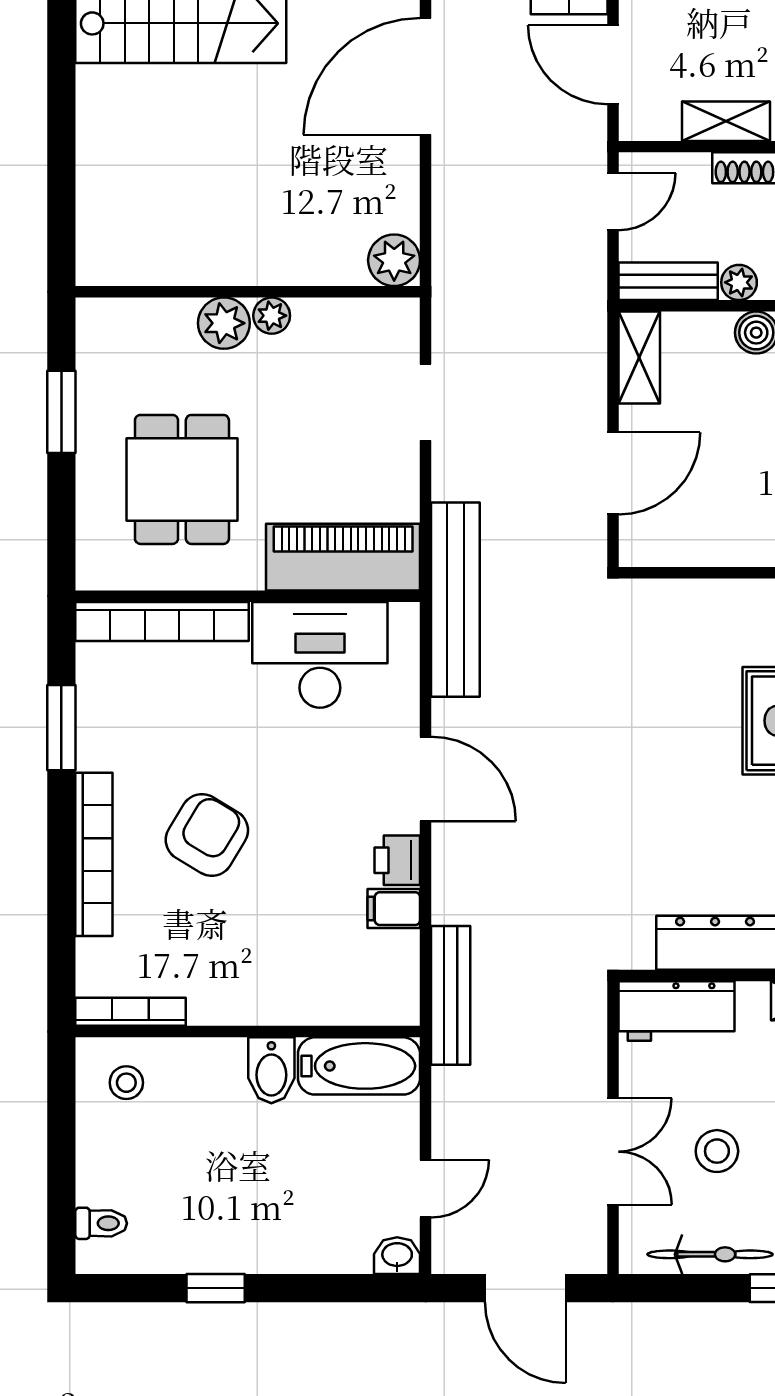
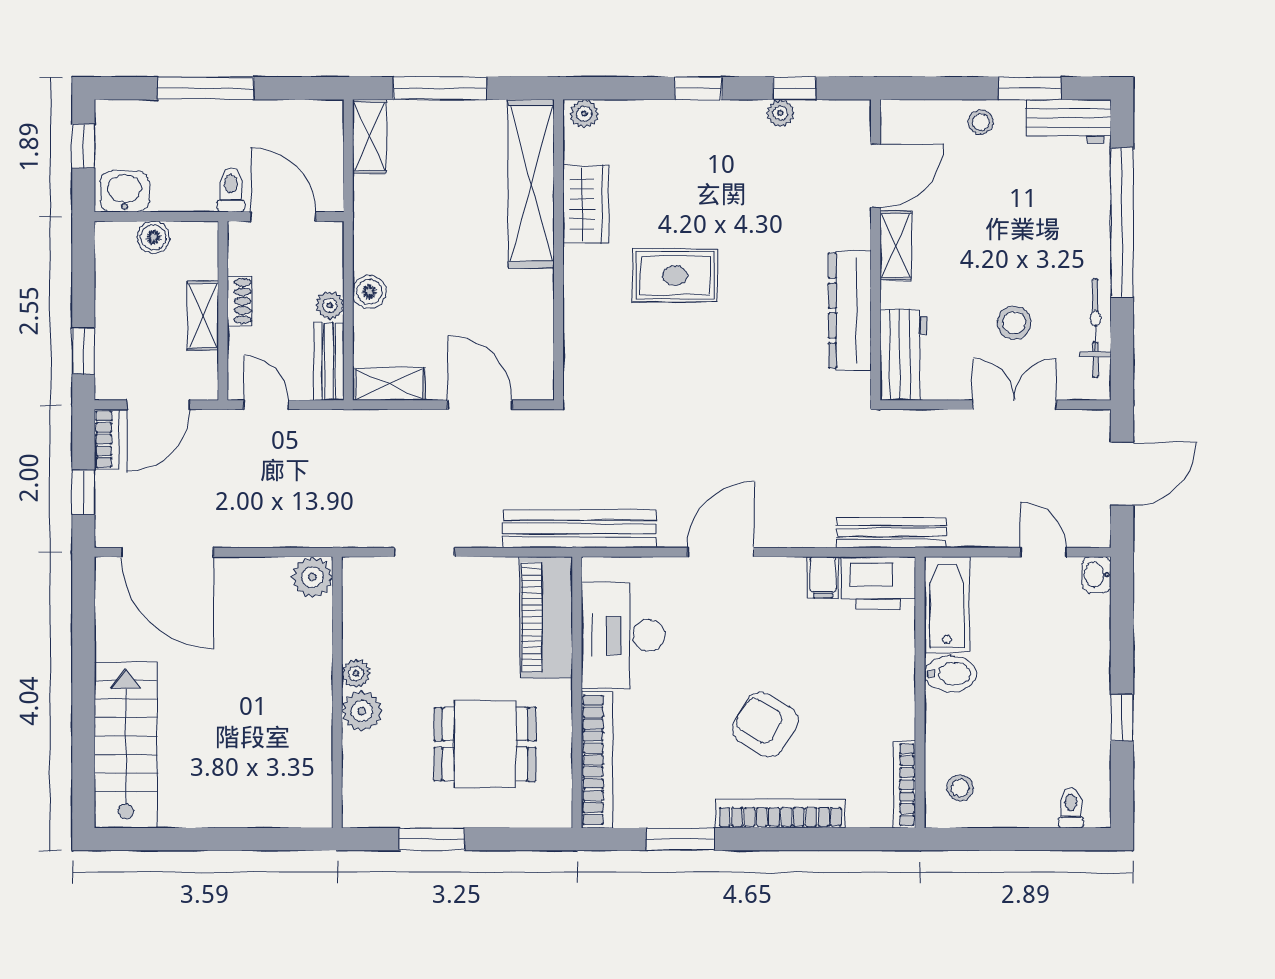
printer: (397, 860) -> (878, 583), moved, width x1.87, depth x1.48

